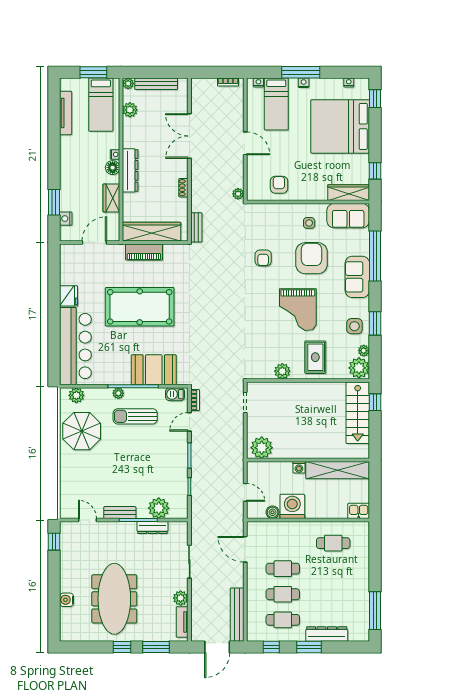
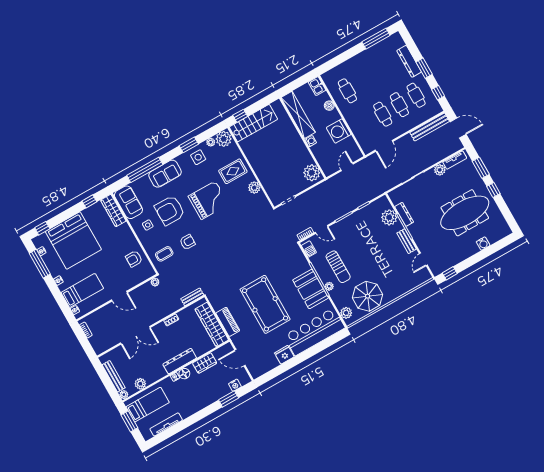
window: (301, 72) -> (40, 264), moved
door: (245, 143) -> (119, 296), swing flipped
coffee table: (265, 223) -> (164, 254), added
booth: (154, 370) -> (311, 289), moved
boiler: (272, 512) -> (329, 106), moved

